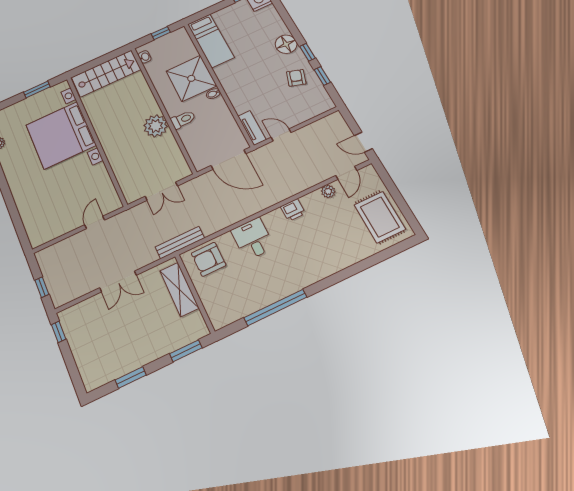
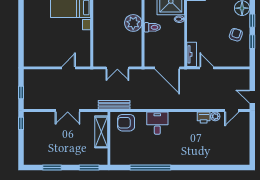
printer: (293, 210) -> (204, 117), moved
rug: (380, 217) -> (236, 145), removed

